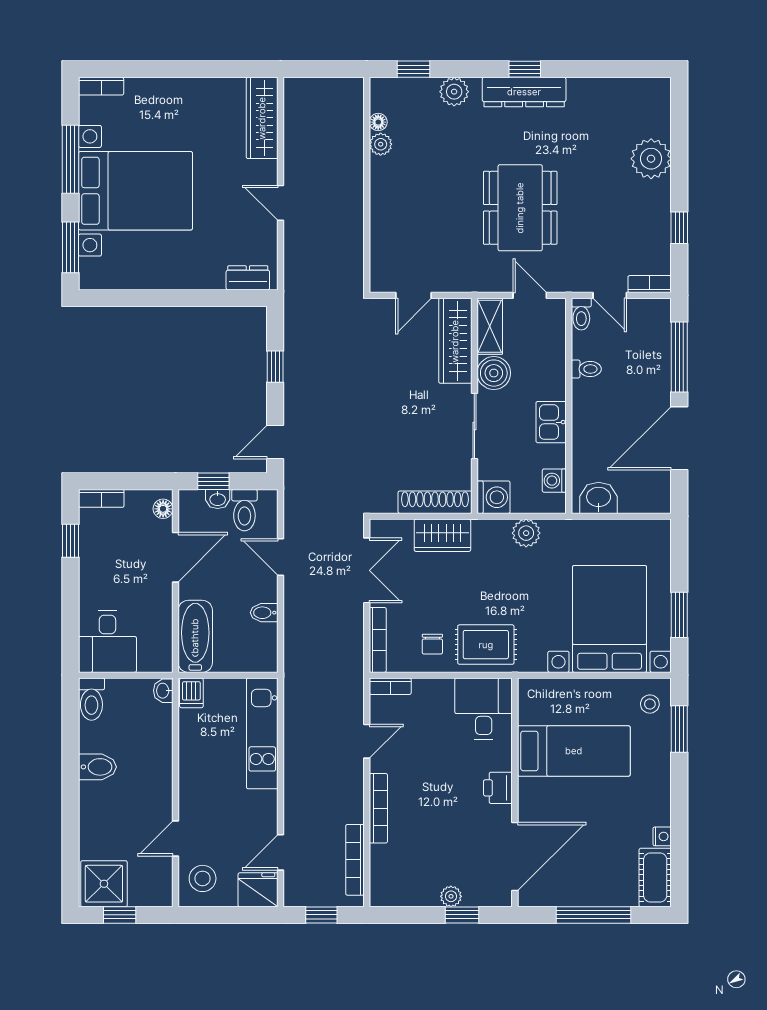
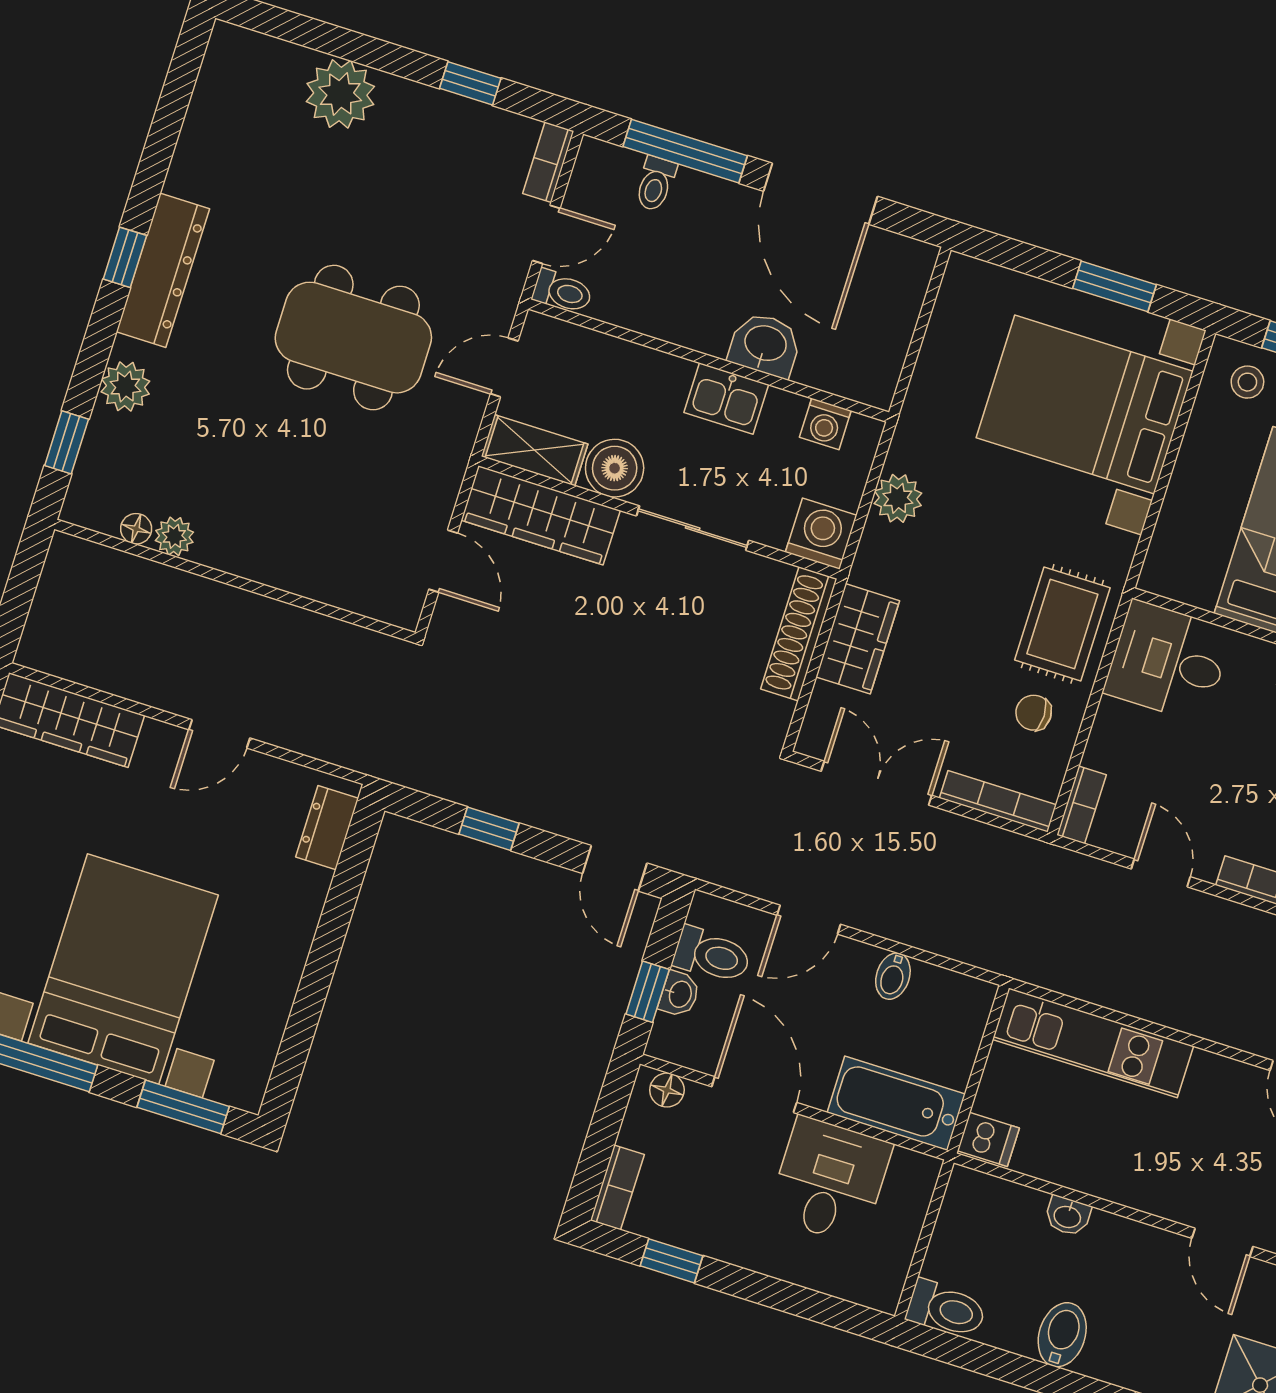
toilet: (586, 369) -> (655, 184), moved, turned 180
washbasin: (599, 498) -> (765, 345), moved, turned 90
desk: (107, 641) -> (830, 1181), moved, turned -90
chair: (432, 644) -> (1034, 713), turned 180
washbasin: (163, 691) -> (1068, 1216), moved

